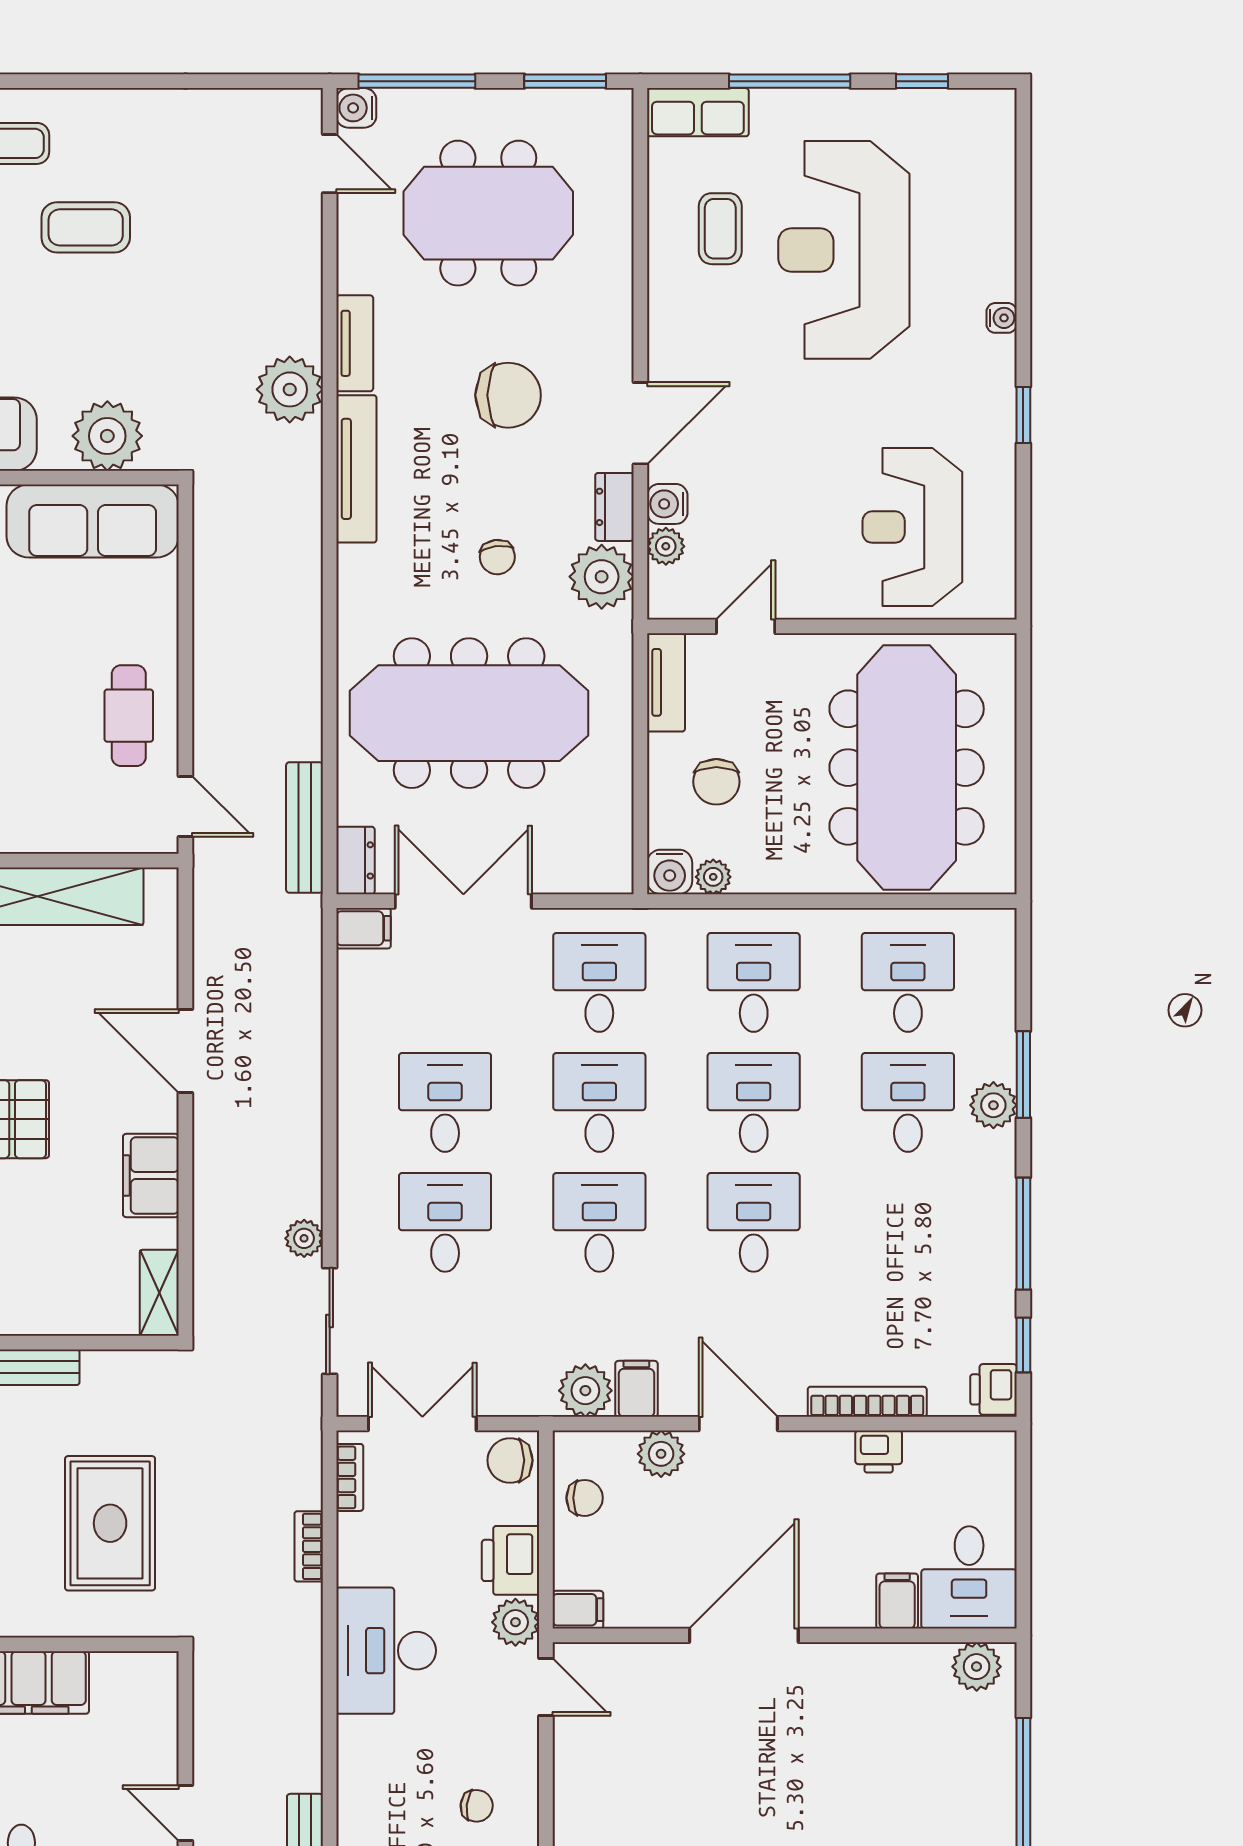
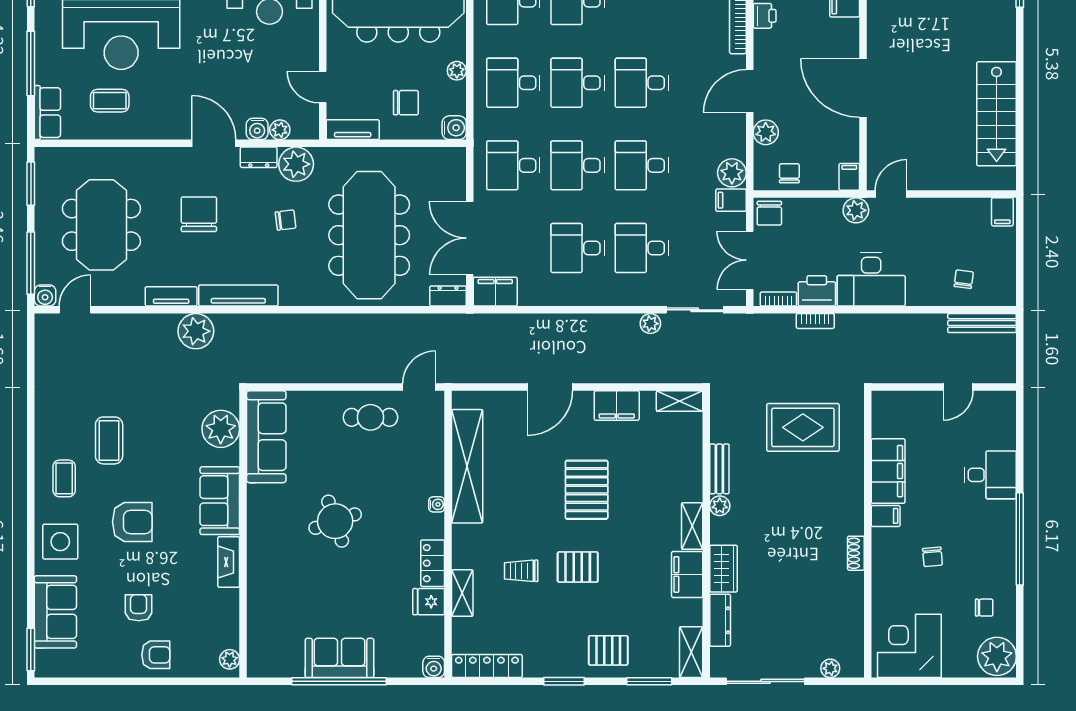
bench: (305, 828) -> (430, 323), removed
plant: (713, 877) -> (457, 71), moved
filing cabinet: (364, 928) -> (495, 292), width x2.00
filing cabinet: (636, 1389) -> (731, 200), moved
printer: (511, 1560) -> (817, 291), moved, turned 180
chair: (477, 1806) -> (964, 279), moved

